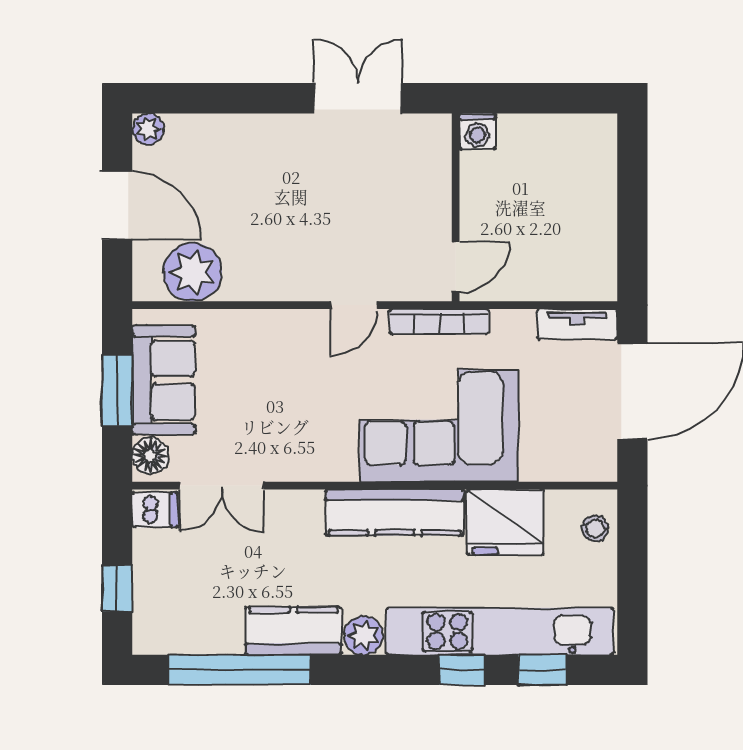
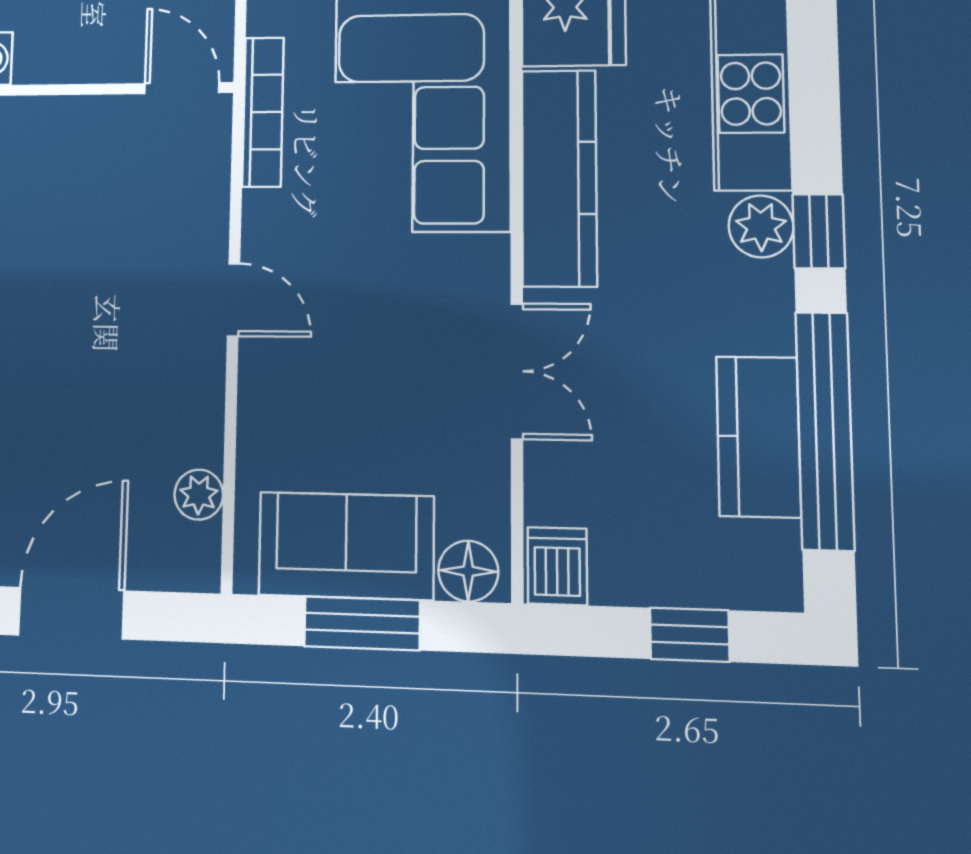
plant: (193, 272) -> (199, 495), width x0.53, depth x0.53
door: (354, 305) -> (234, 300), moved
double door: (222, 486) -> (517, 371), moved
kitchen counter: (293, 631) -> (758, 437), moved
window: (462, 670) -> (819, 231), moved

